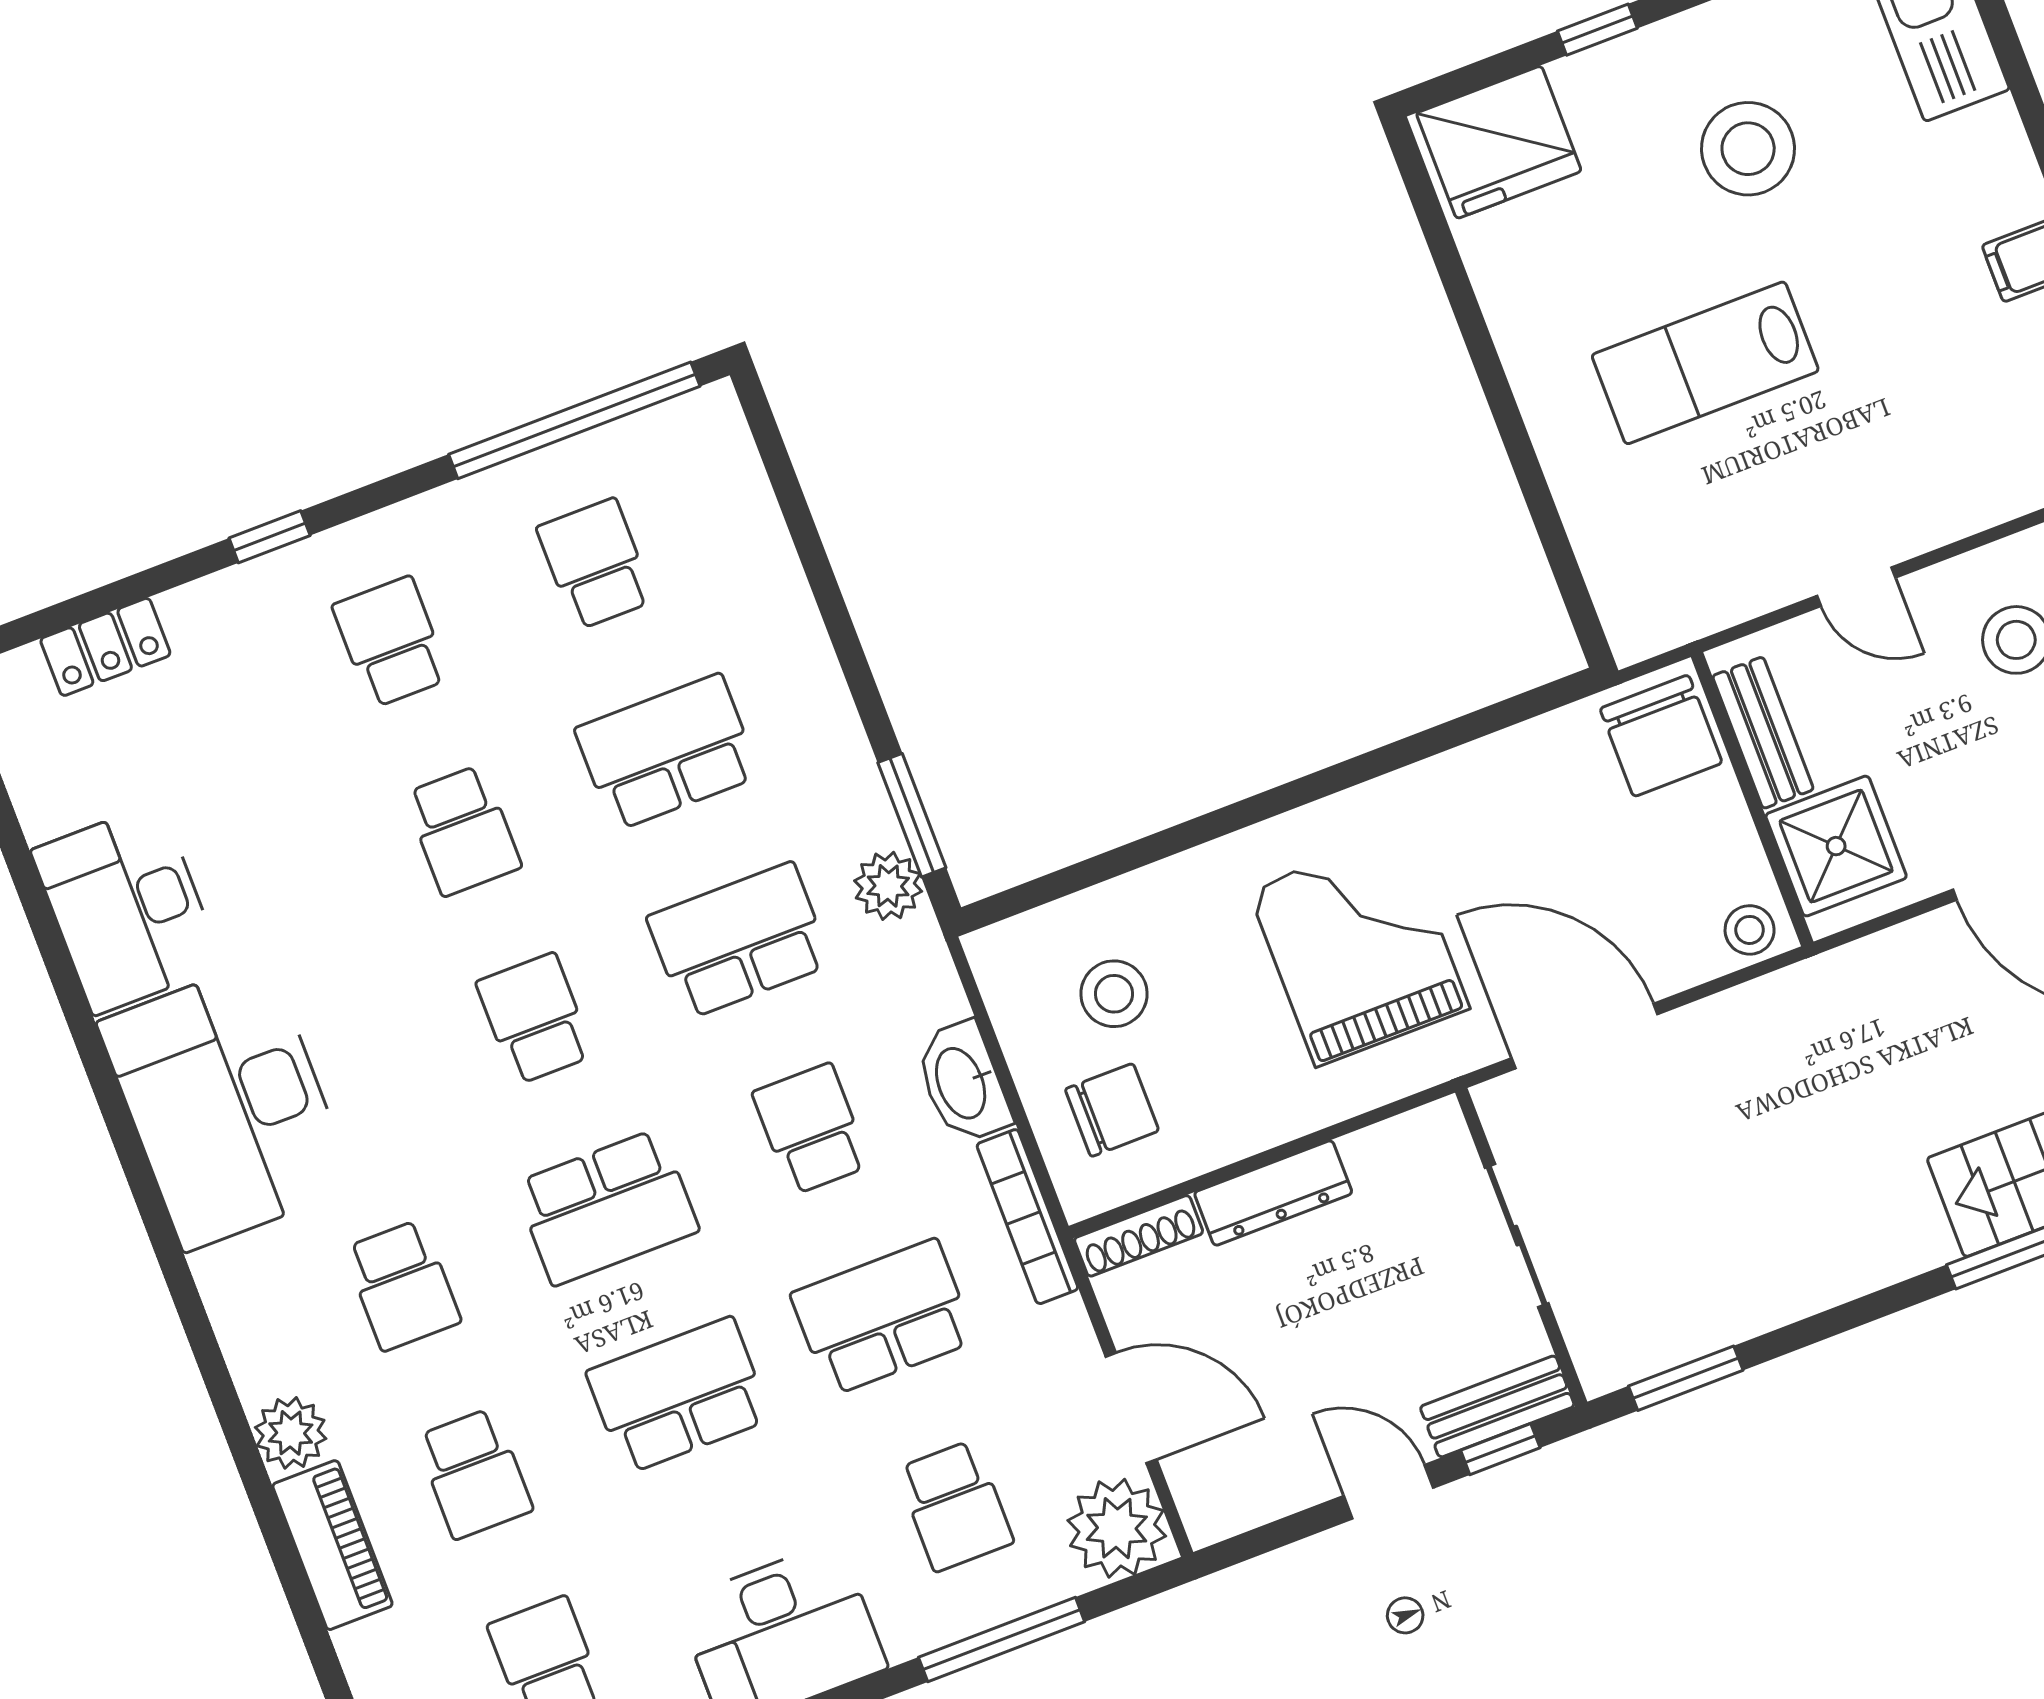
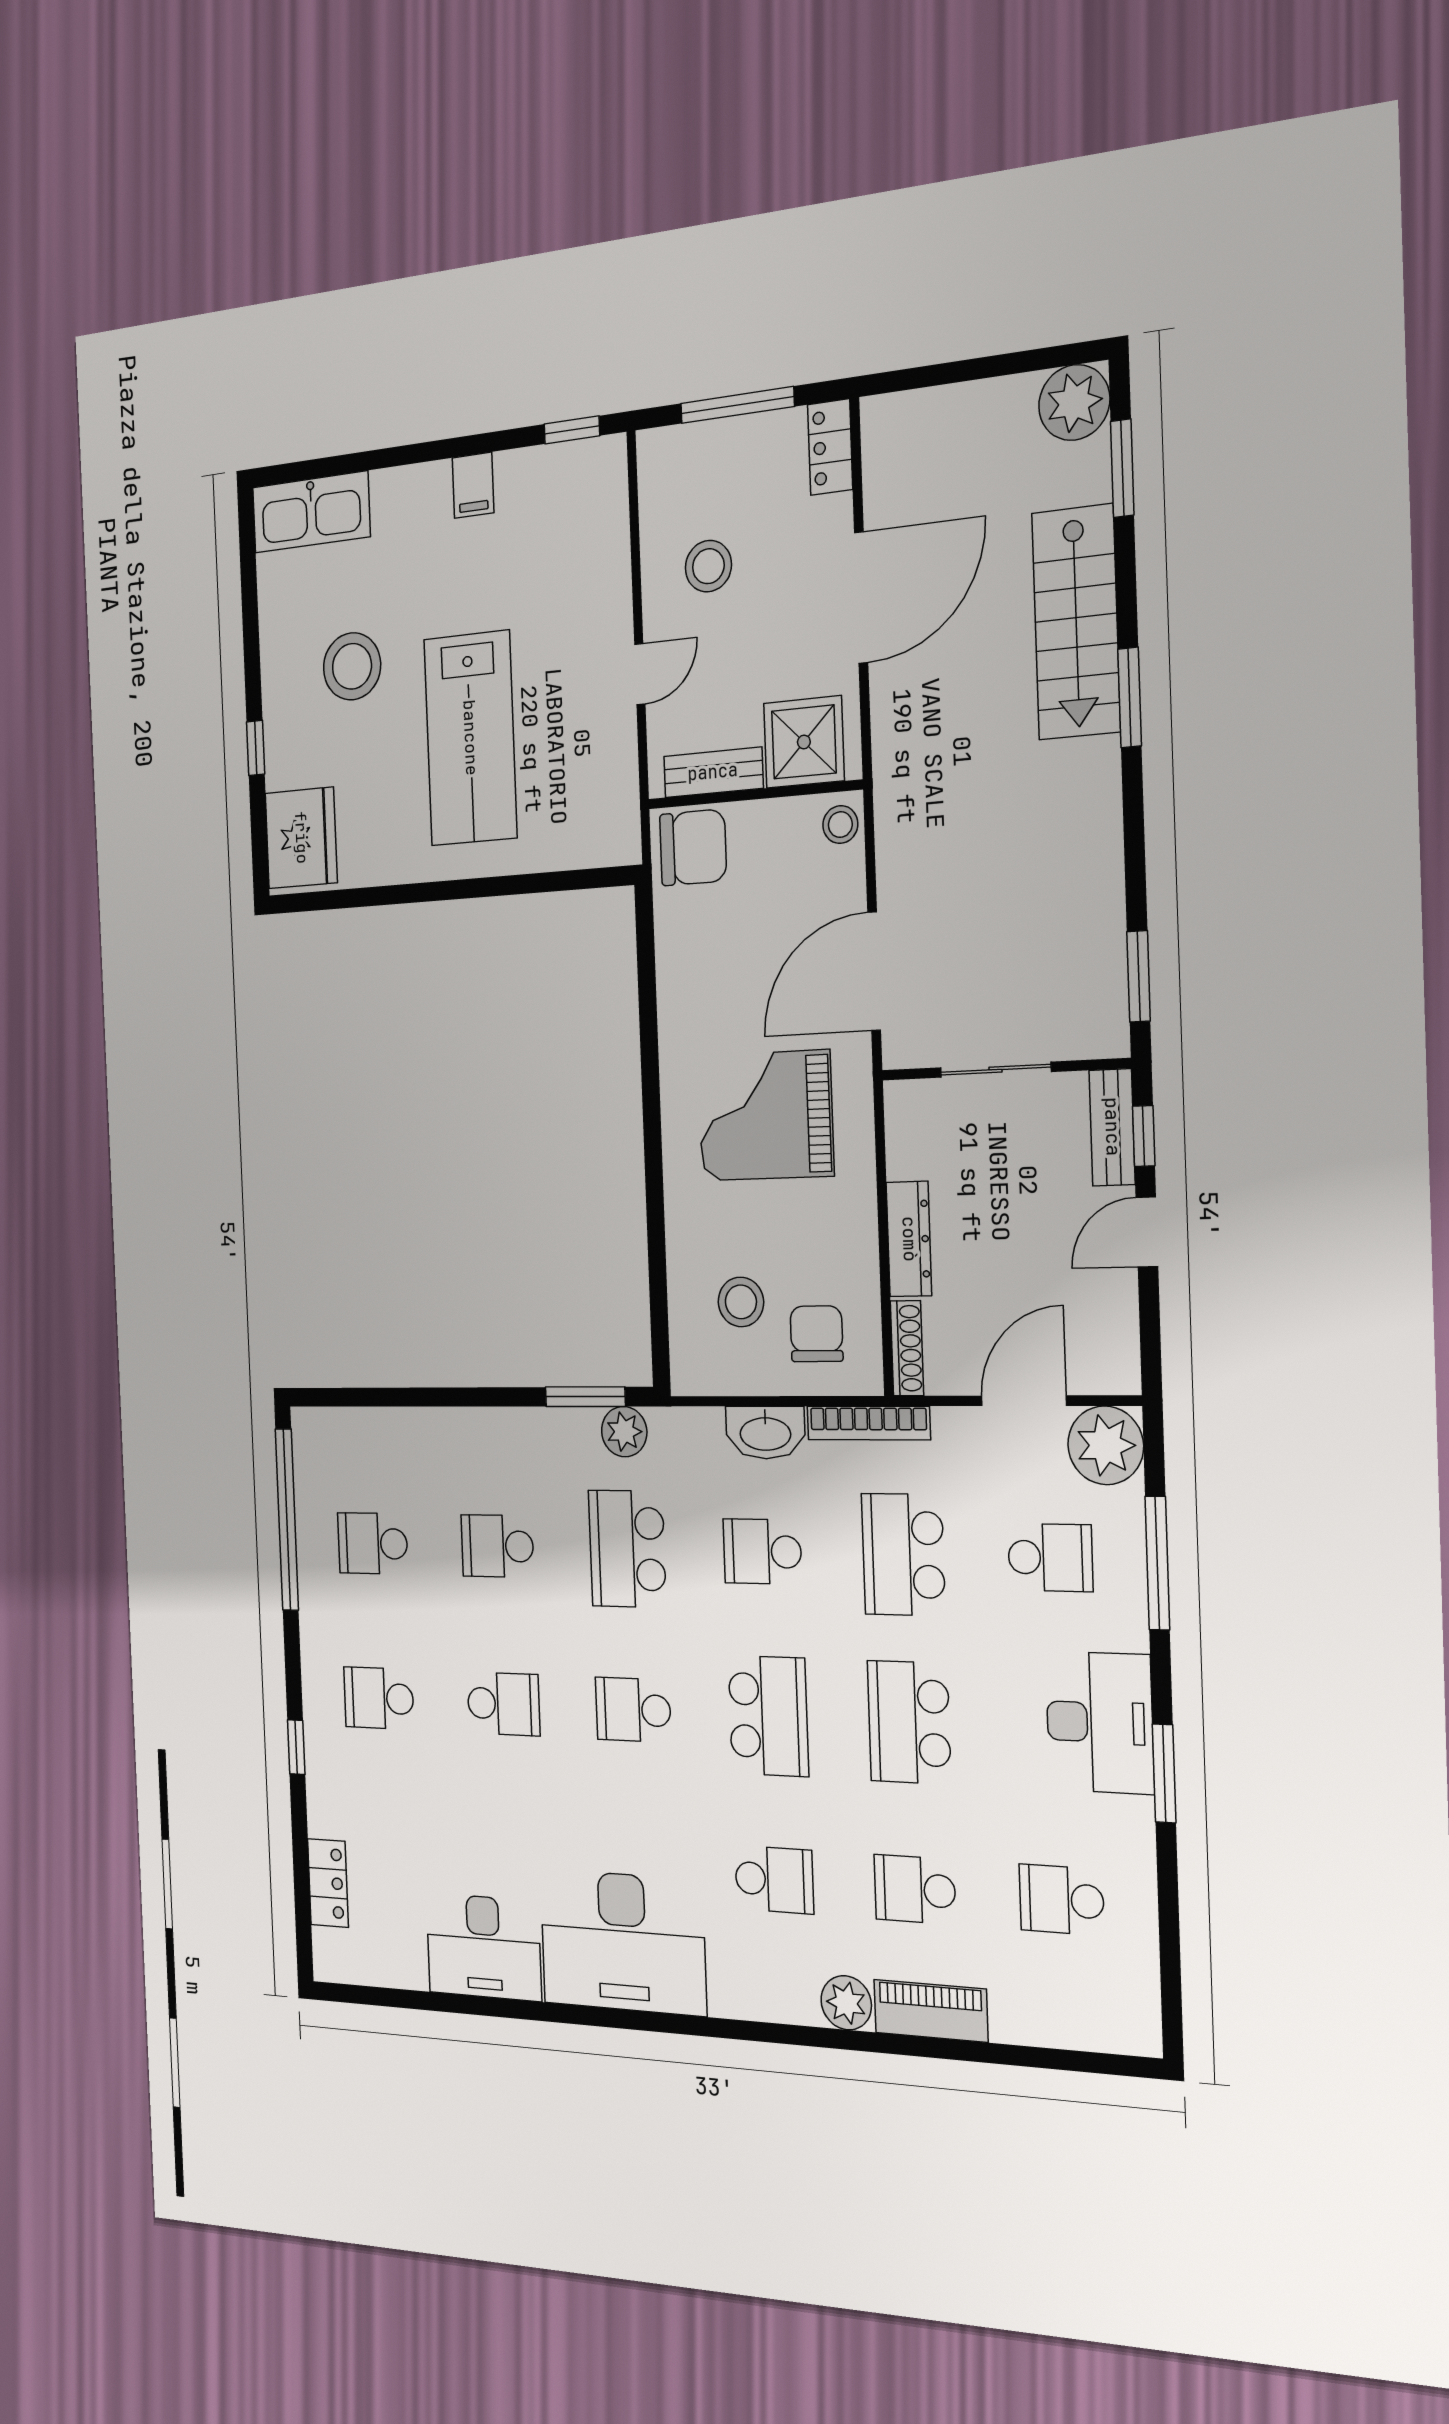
lab bench: (1705, 363) -> (470, 738), width x1.36, depth x1.39
school desk: (667, 752) -> (497, 1546), width x0.54
school desk: (474, 1473) -> (915, 1889), turned 180

